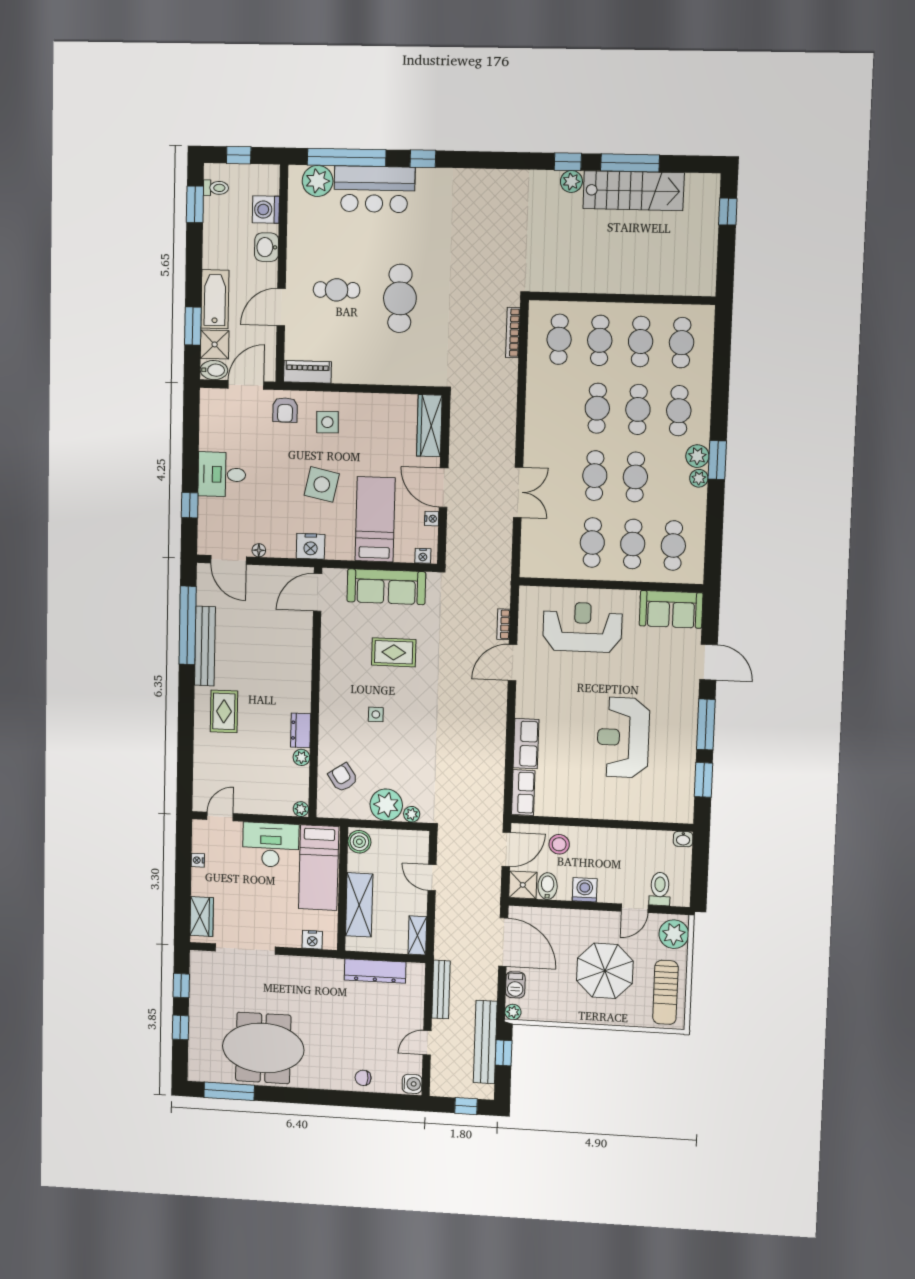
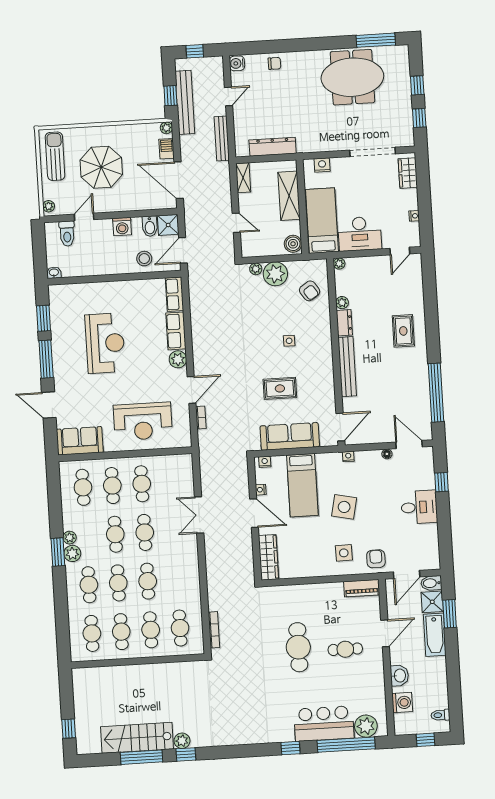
window: (195, 204) -> (455, 702), removed
nightstand: (311, 546) -> (348, 456), width x0.53, depth x0.56
bench: (205, 646) -> (347, 367), moved
plant: (527, 705) -> (178, 359), added
plant: (674, 934) -> (49, 206), width x0.53, depth x0.53

